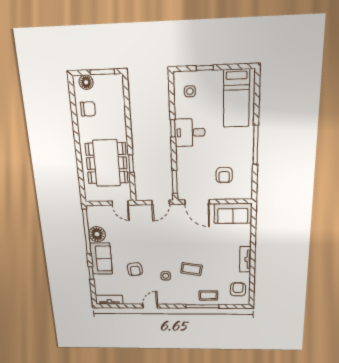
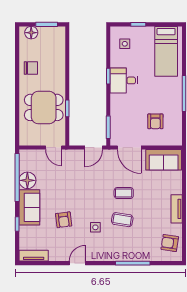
chair: (88, 109) -> (31, 68), moved
dining table: (107, 163) -> (44, 107), width x0.73
armchair: (238, 289) -> (170, 243), turned -81
coffee table: (208, 295) -> (124, 193), moved

